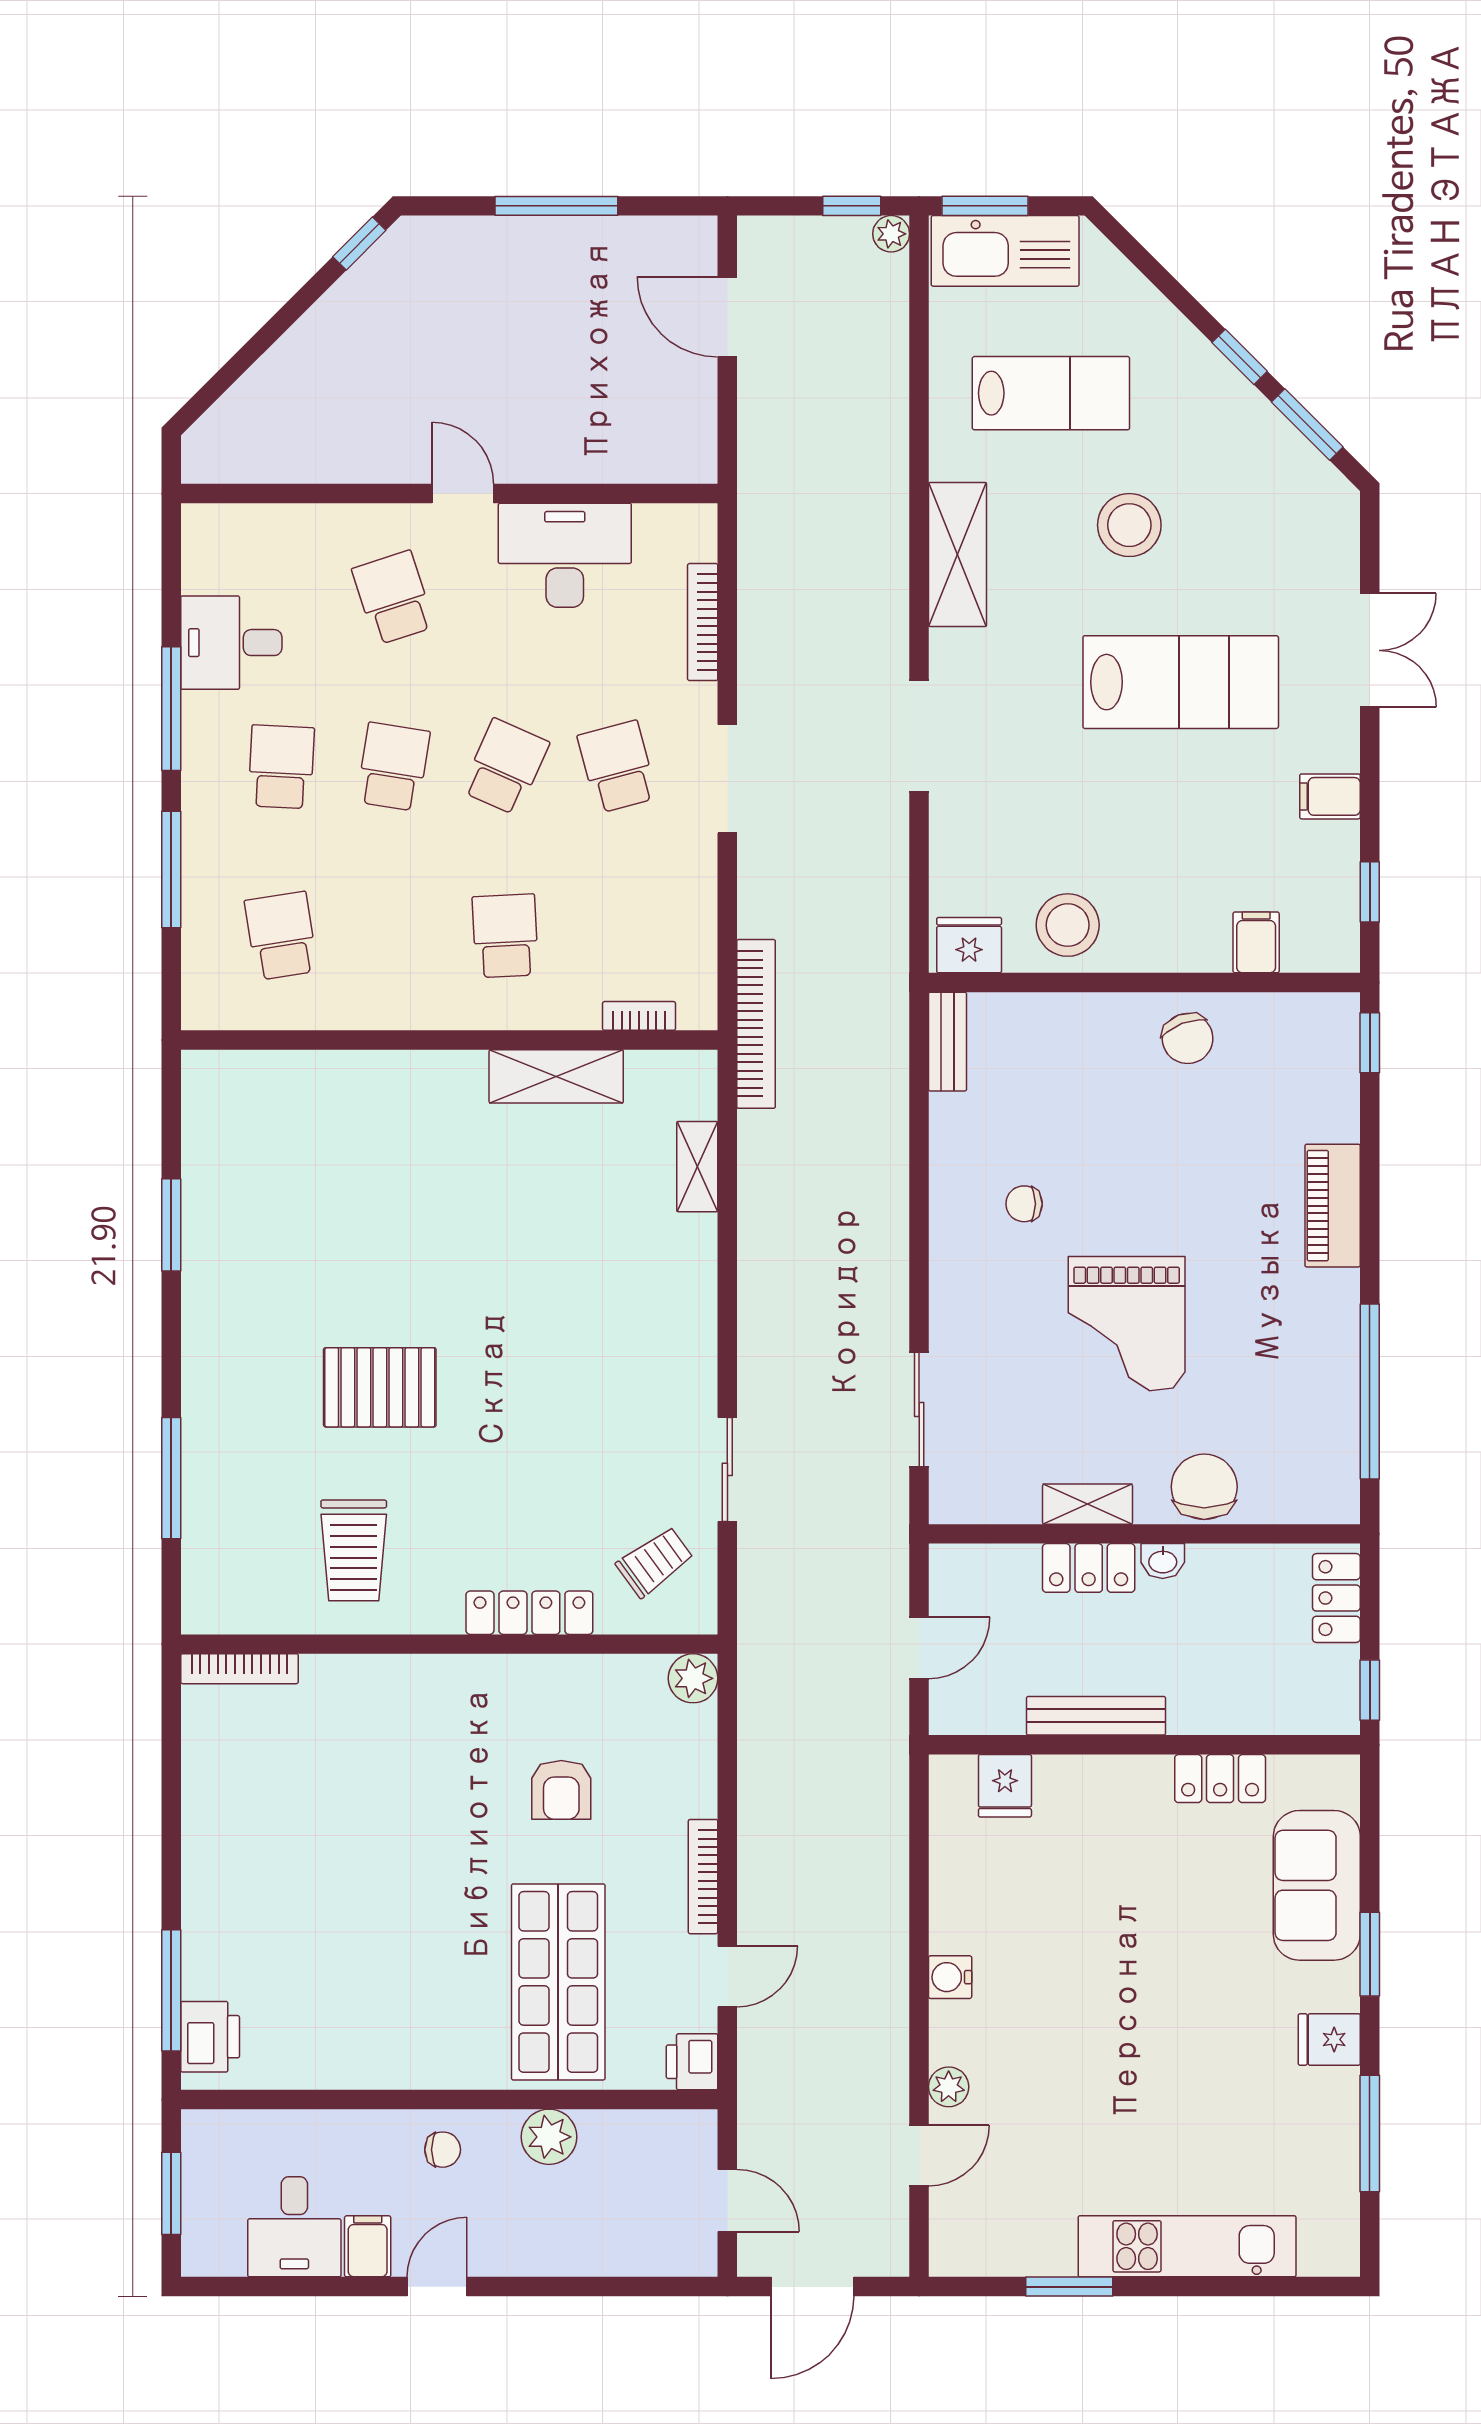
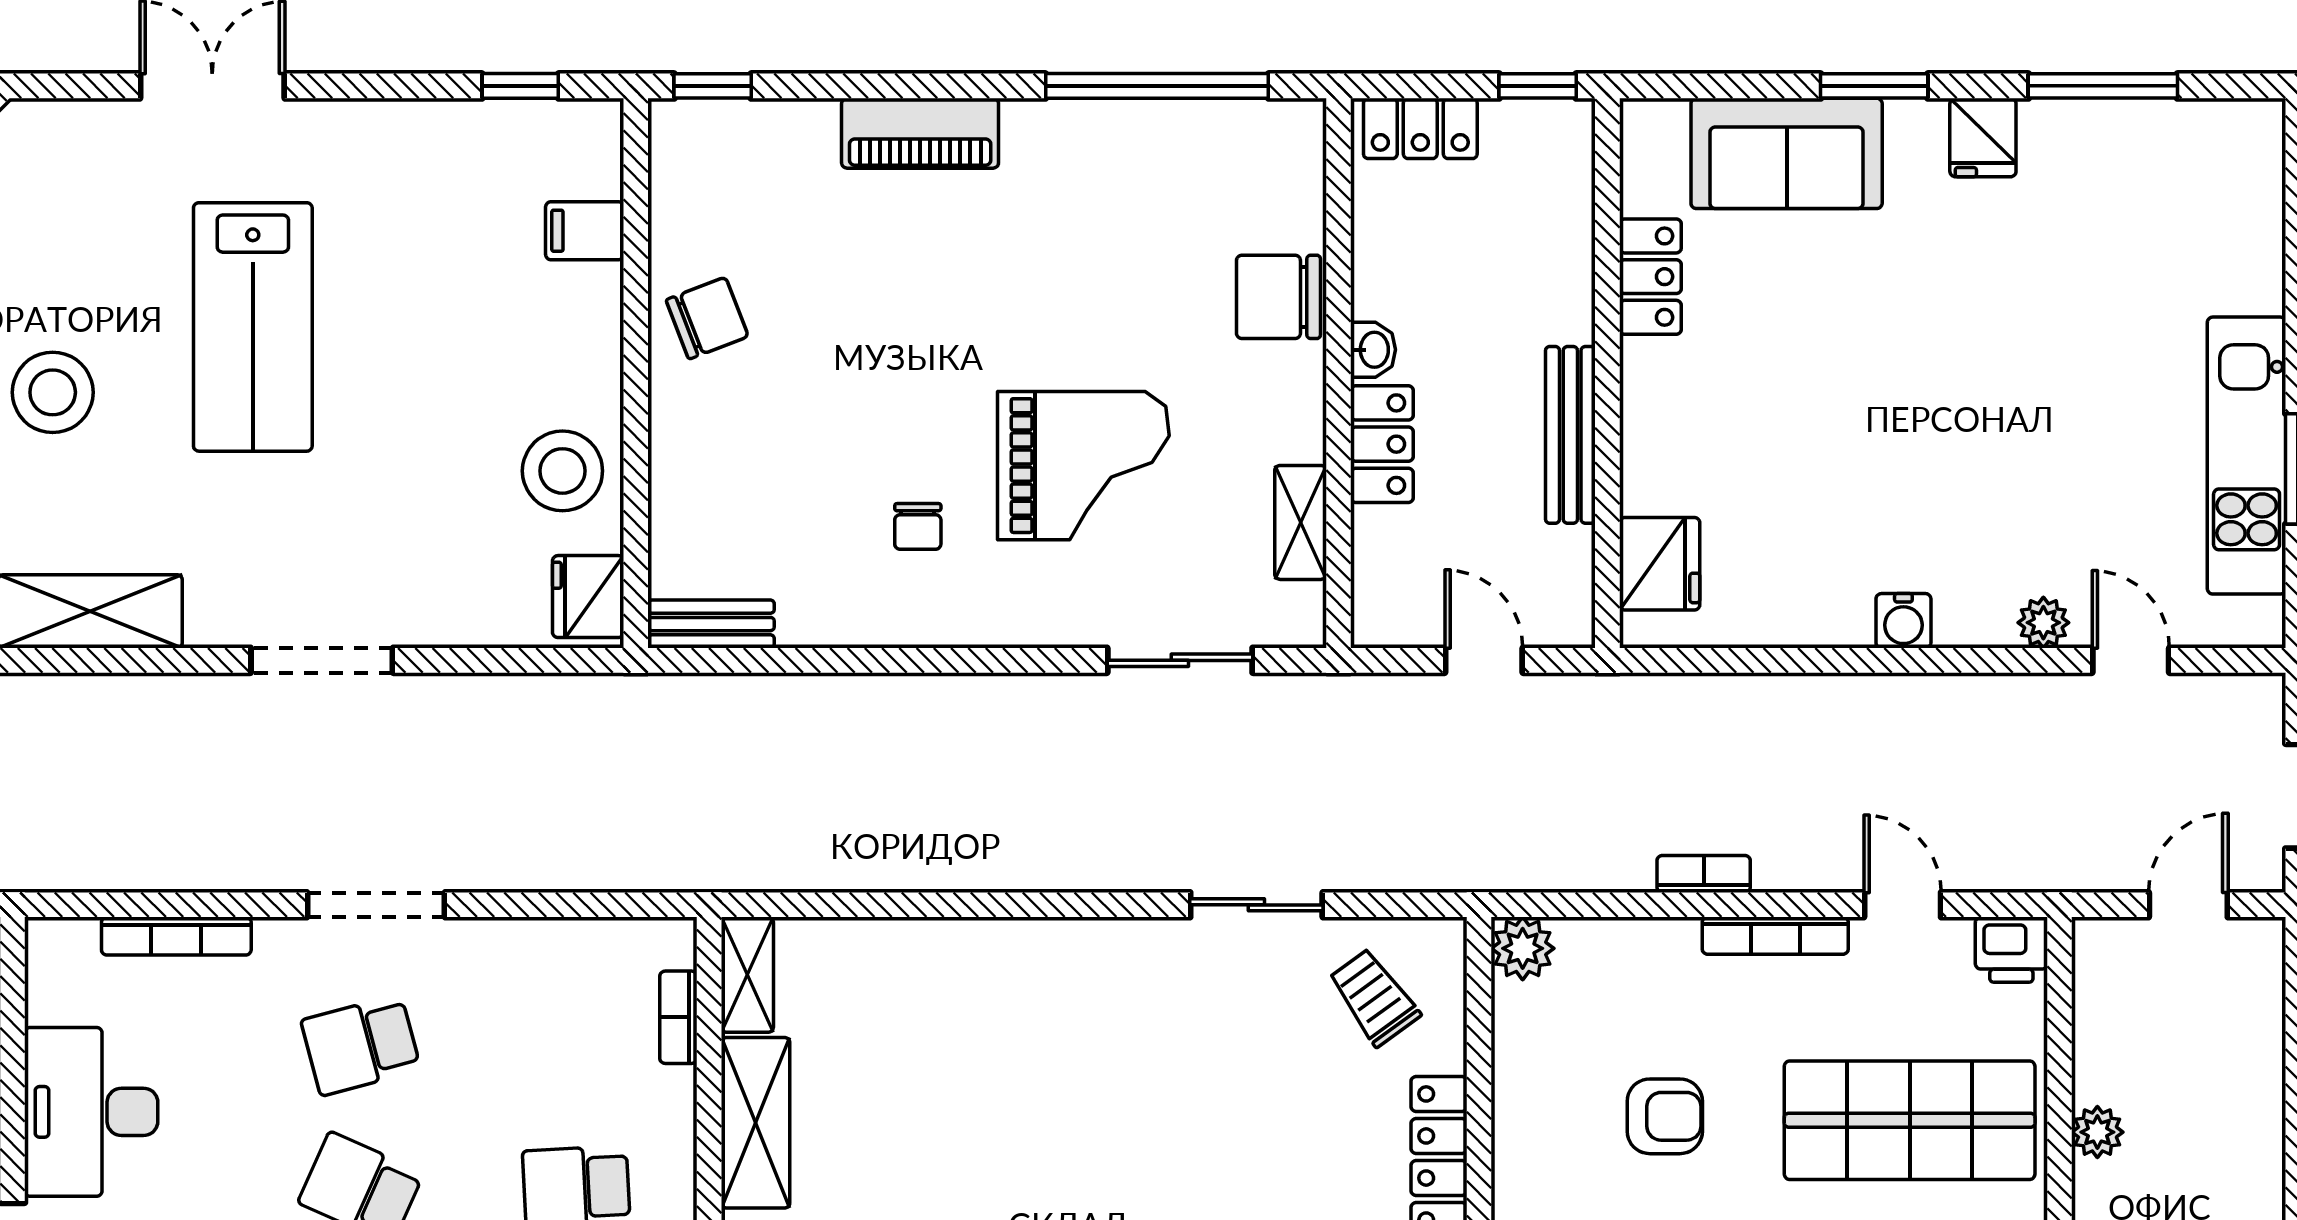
lab bench: (1181, 682) -> (253, 327), turned 180
filing cabinet: (1330, 796) -> (399, 137), removed
bookcase: (756, 1024) -> (1704, 874), moved, width x0.43, depth x0.76
shelving: (697, 1167) -> (747, 975), moved, turned 90
grand piano: (1127, 1324) -> (1083, 466), moved
shelving: (1088, 1504) -> (1301, 522), moved
fridge: (1005, 1786) -> (1660, 564), width x1.38
plant: (549, 2137) -> (2097, 1132), width x0.73, depth x0.73
kitchen unit: (1187, 2246) -> (2247, 456), moved

